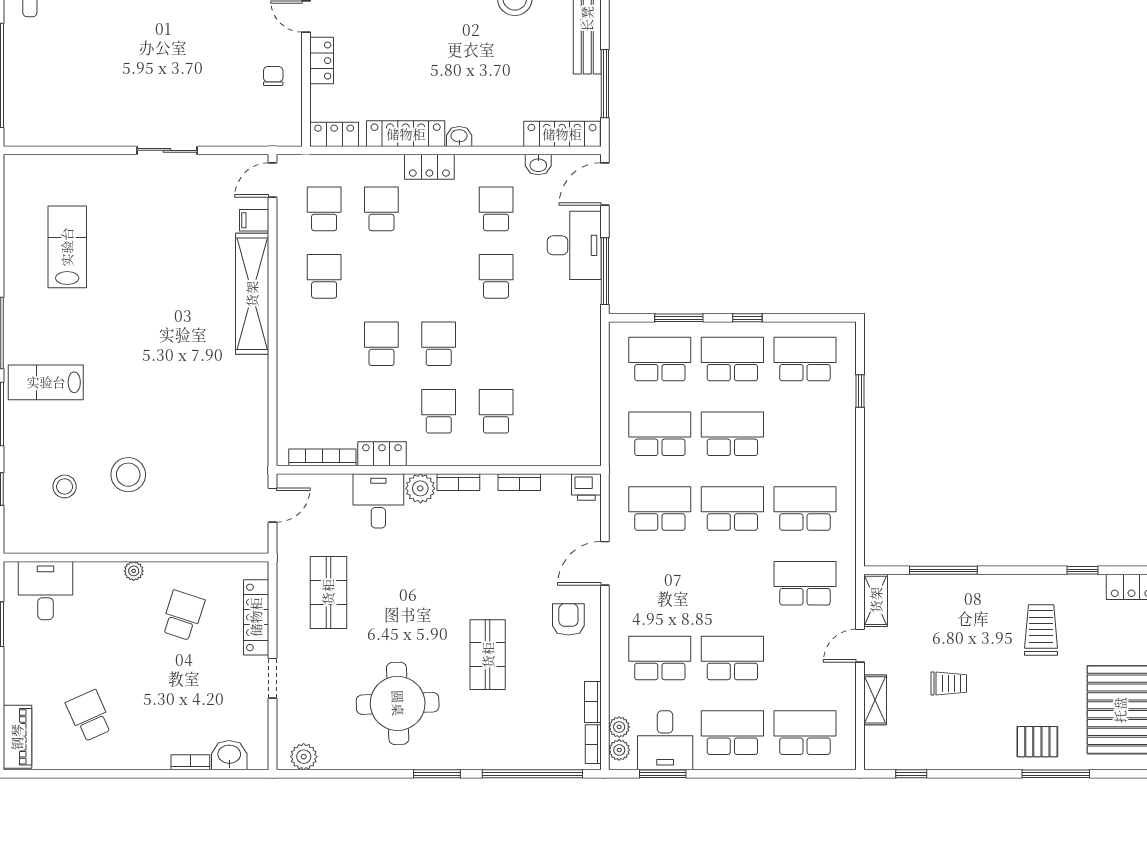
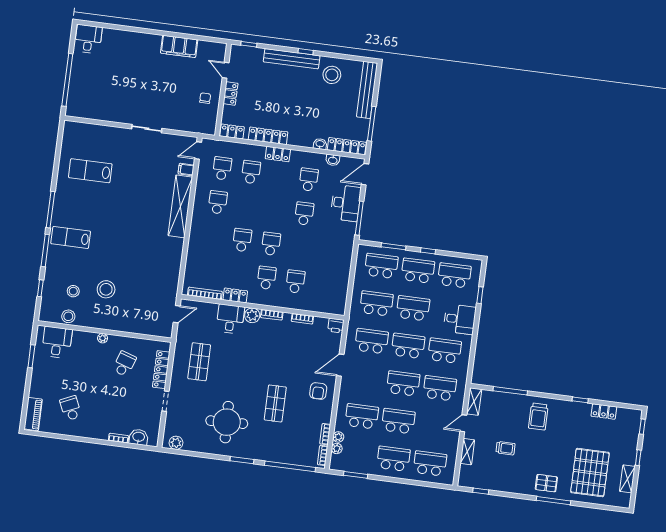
washbasin: (459, 136) -> (320, 144), moved
lab bench: (67, 247) -> (90, 171), turned -90
stool: (61, 537) -> (68, 316), added
school desk: (732, 583) -> (403, 383), added
armchair: (568, 619) -> (318, 391), turned 180
trolley: (1041, 630) -> (538, 417), moved, turned 180
desk: (665, 740) -> (460, 319), moved, turned -90
plant: (619, 750) -> (338, 437), moved

